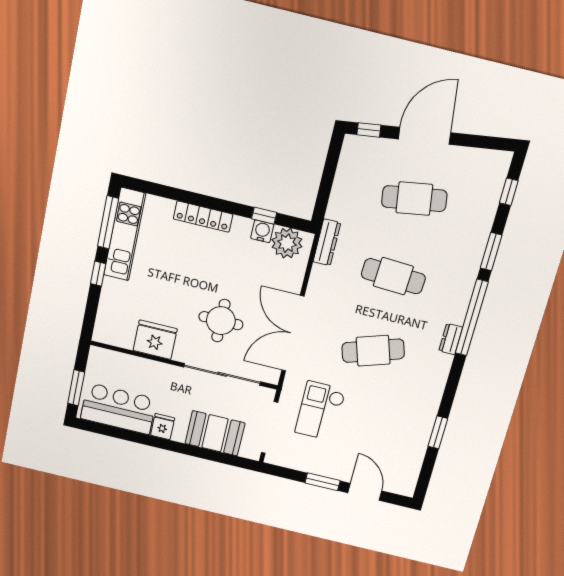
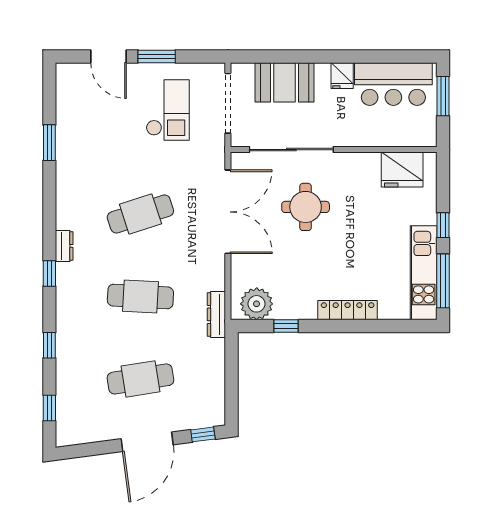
water cooler: (262, 231) -> (284, 310), removed
window: (491, 252) -> (49, 345), width x0.67
window: (472, 318) -> (49, 273), width x0.32
fridge: (155, 340) -> (402, 170), moved
checkout: (320, 411) -> (168, 110), moved

